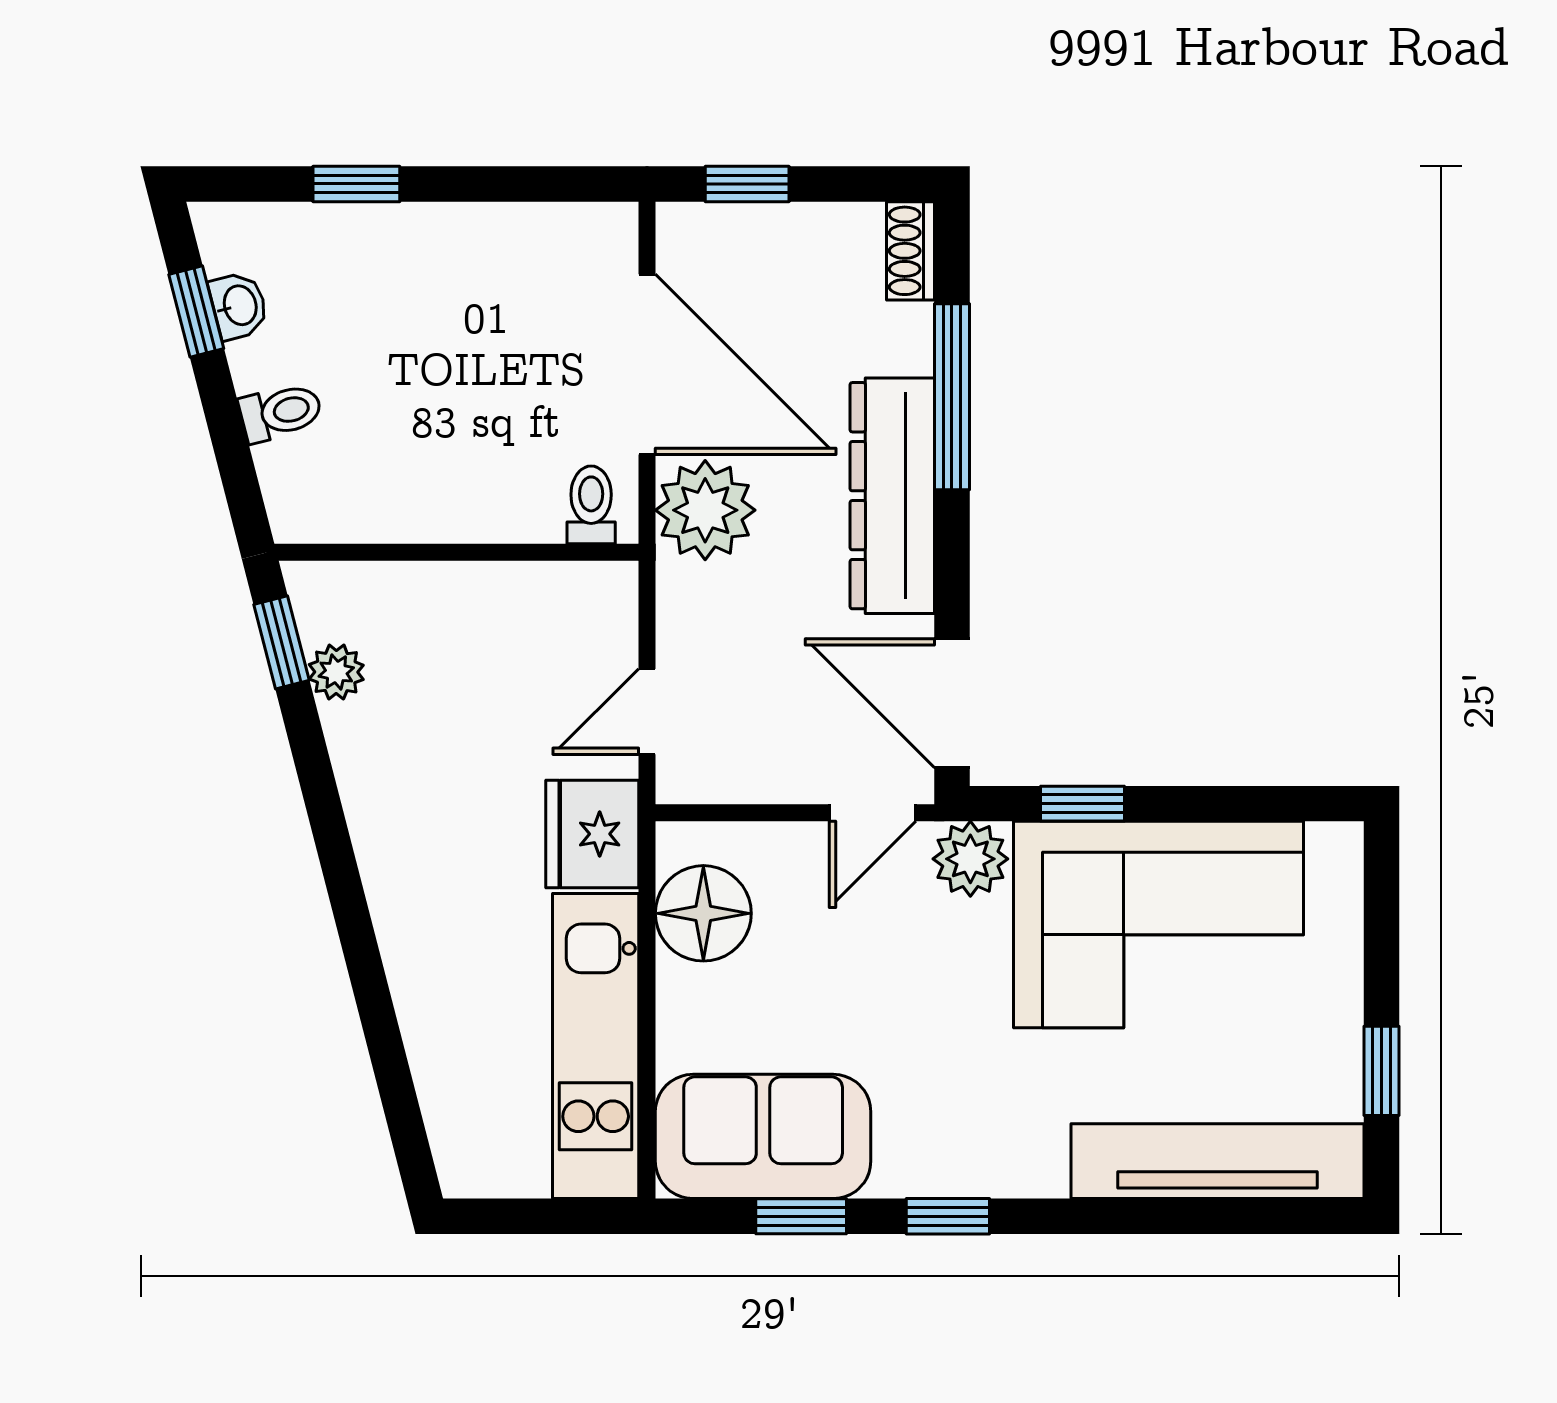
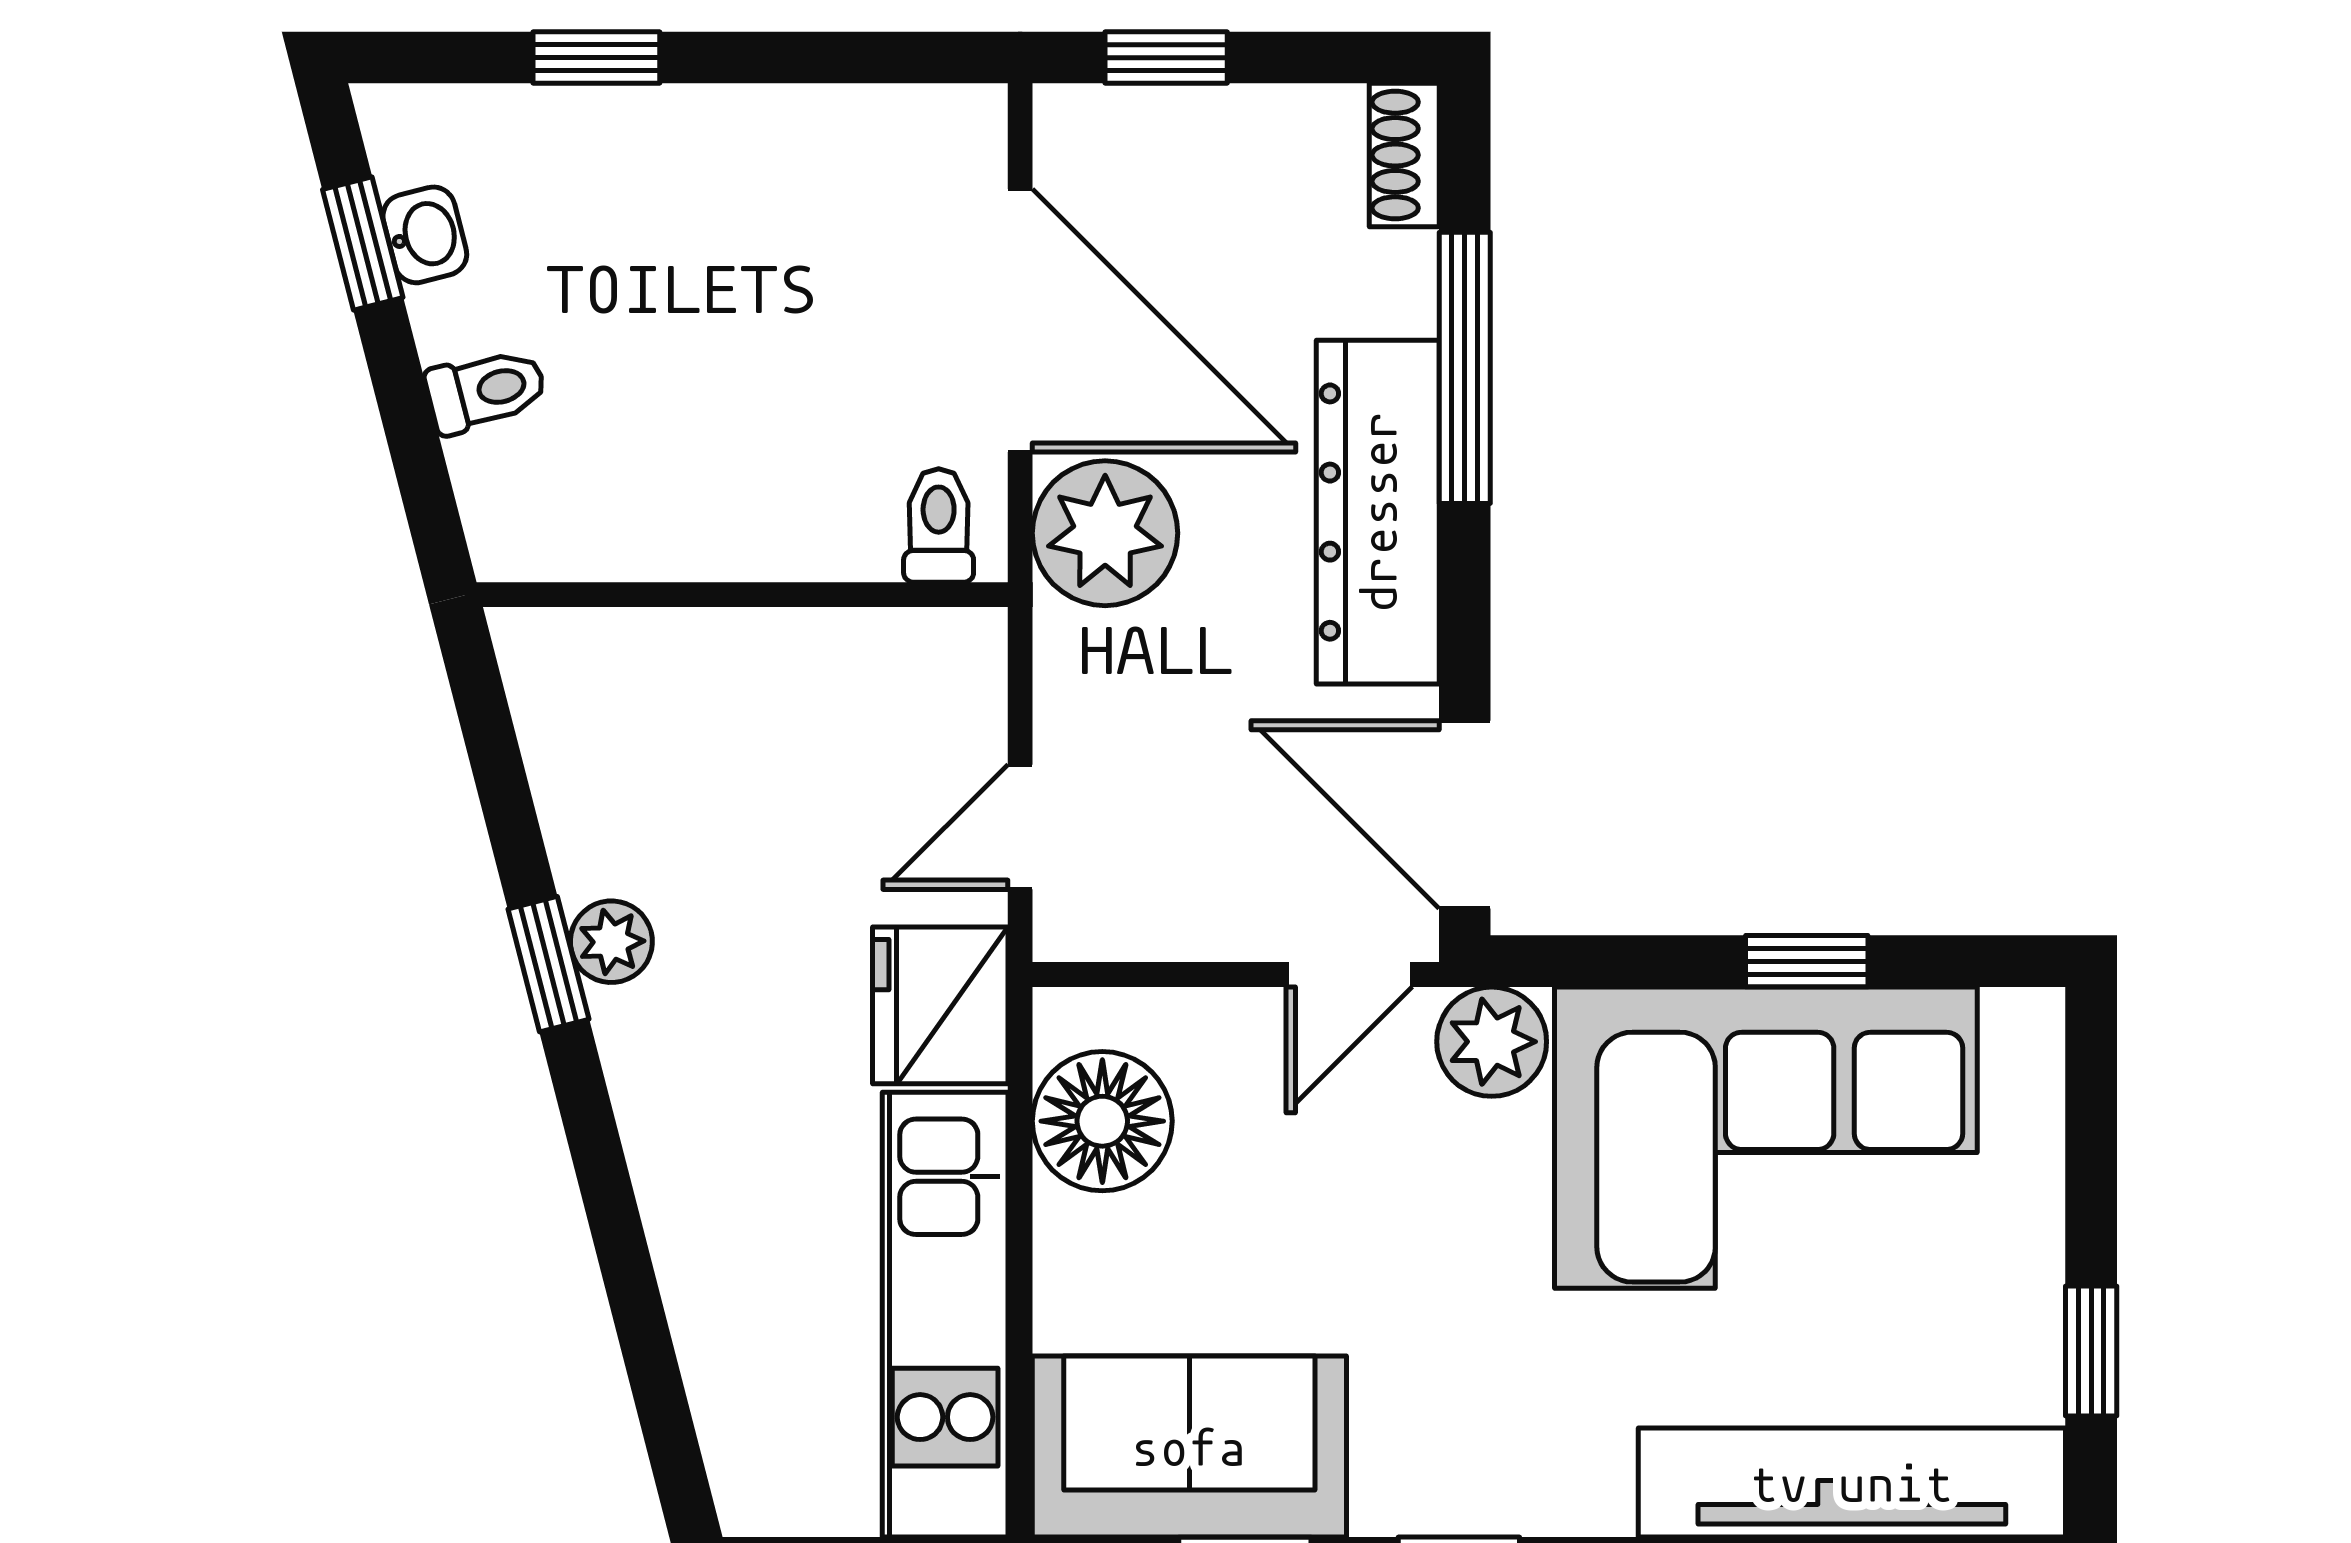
window: (282, 642) -> (548, 964), moved
plant: (336, 672) -> (611, 942), moved
window: (1082, 804) -> (1807, 961), moved

